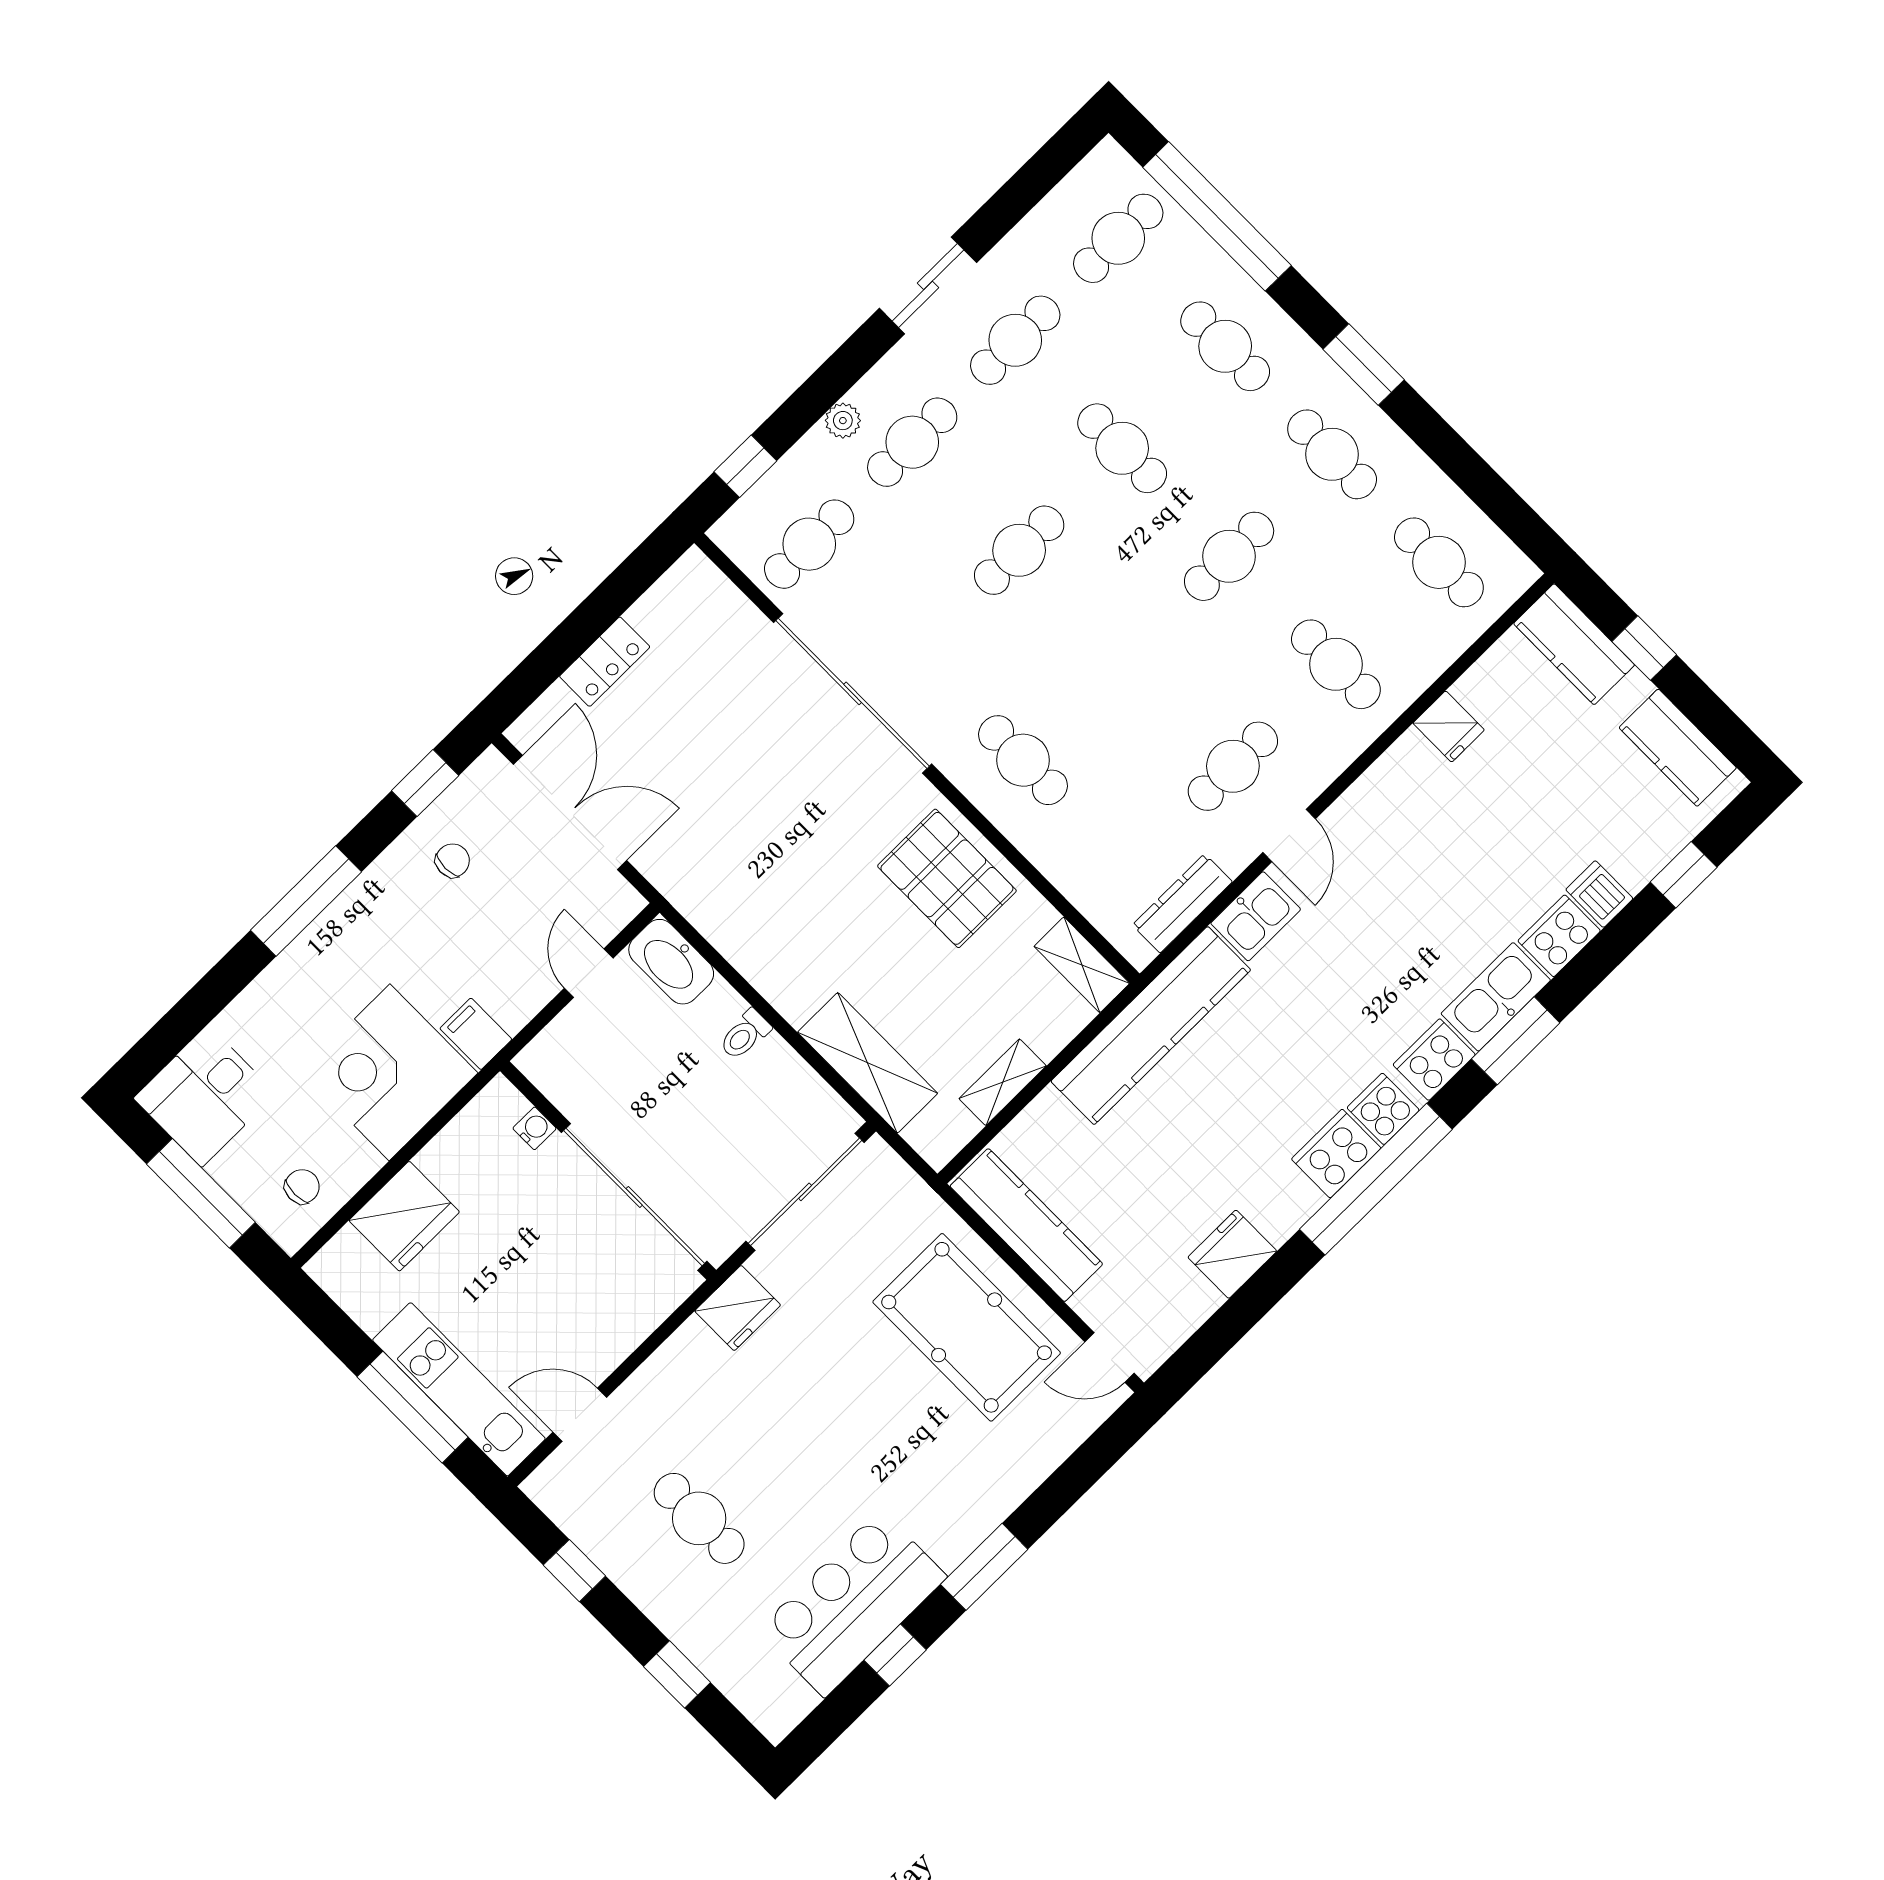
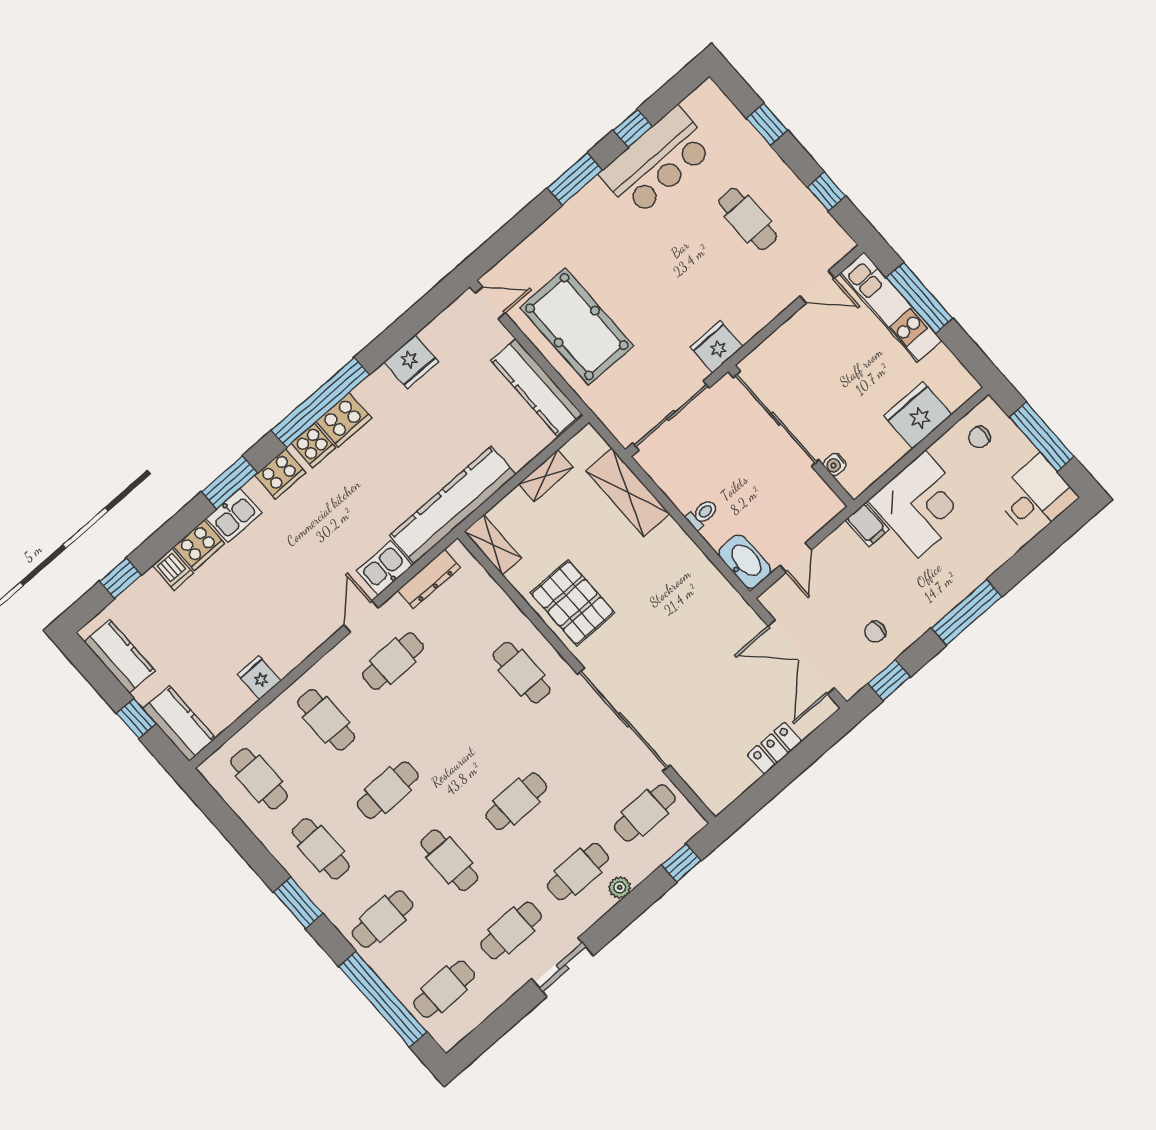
cafe table: (1225, 346) -> (382, 919), turned 90
kitchen sink: (1496, 997) -> (234, 516), width x0.73

